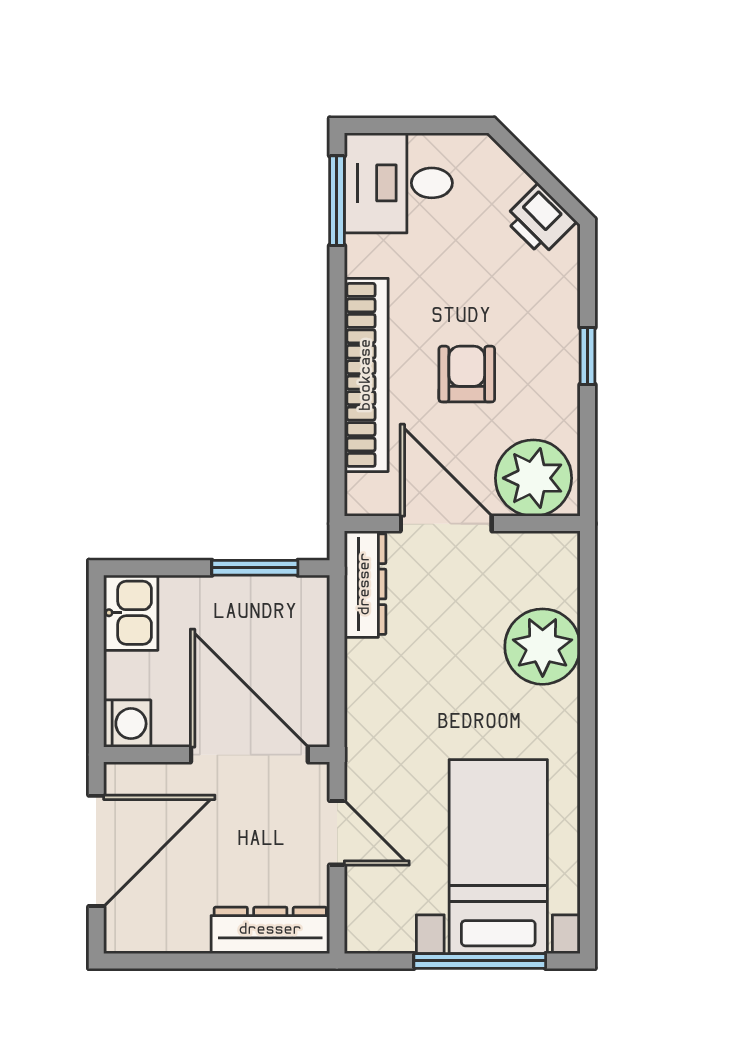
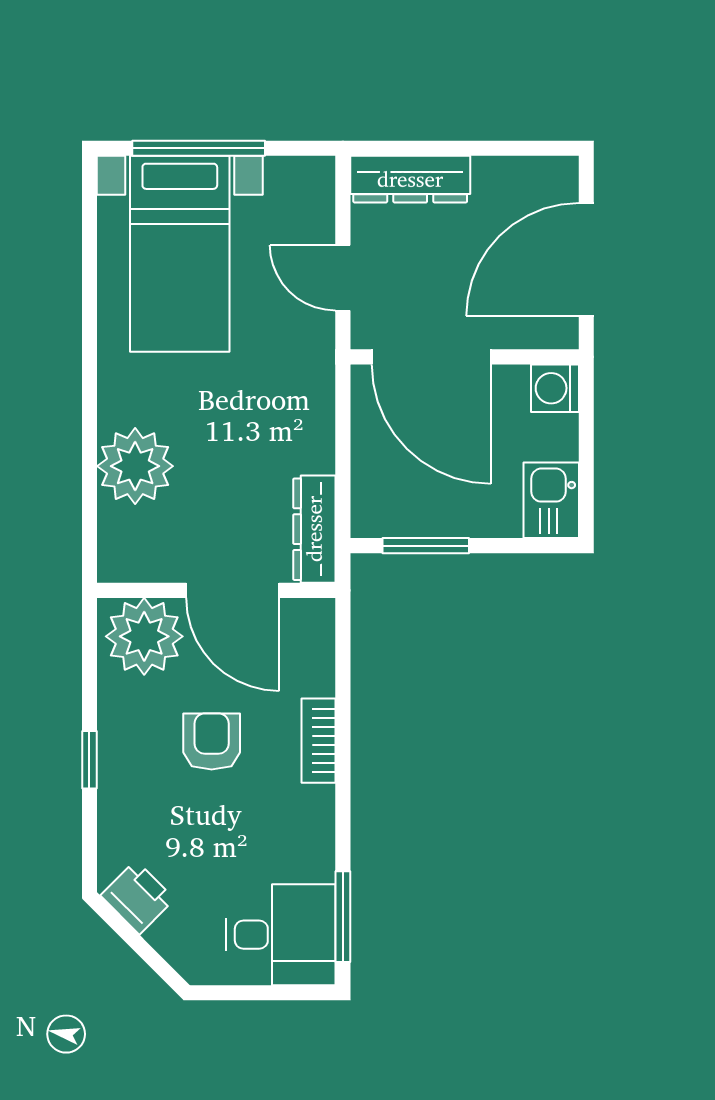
armchair: (467, 374) -> (212, 741), turned 180
bookcase: (366, 375) -> (318, 741), width x0.43, depth x0.76

